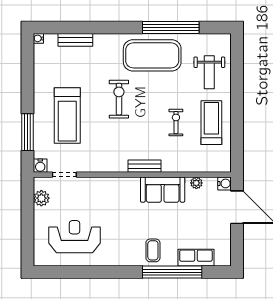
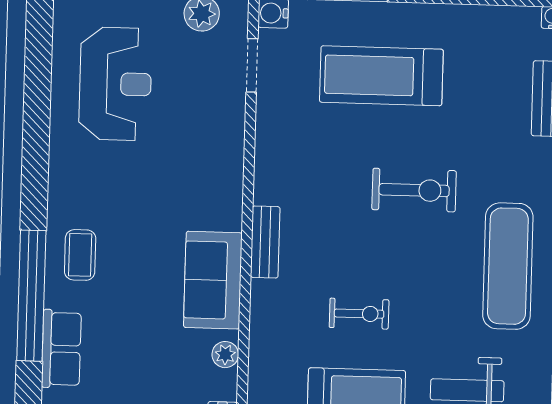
exercise mat: (152, 55) -> (508, 266), width x0.68
coffee table: (153, 250) -> (80, 255), turned 90

